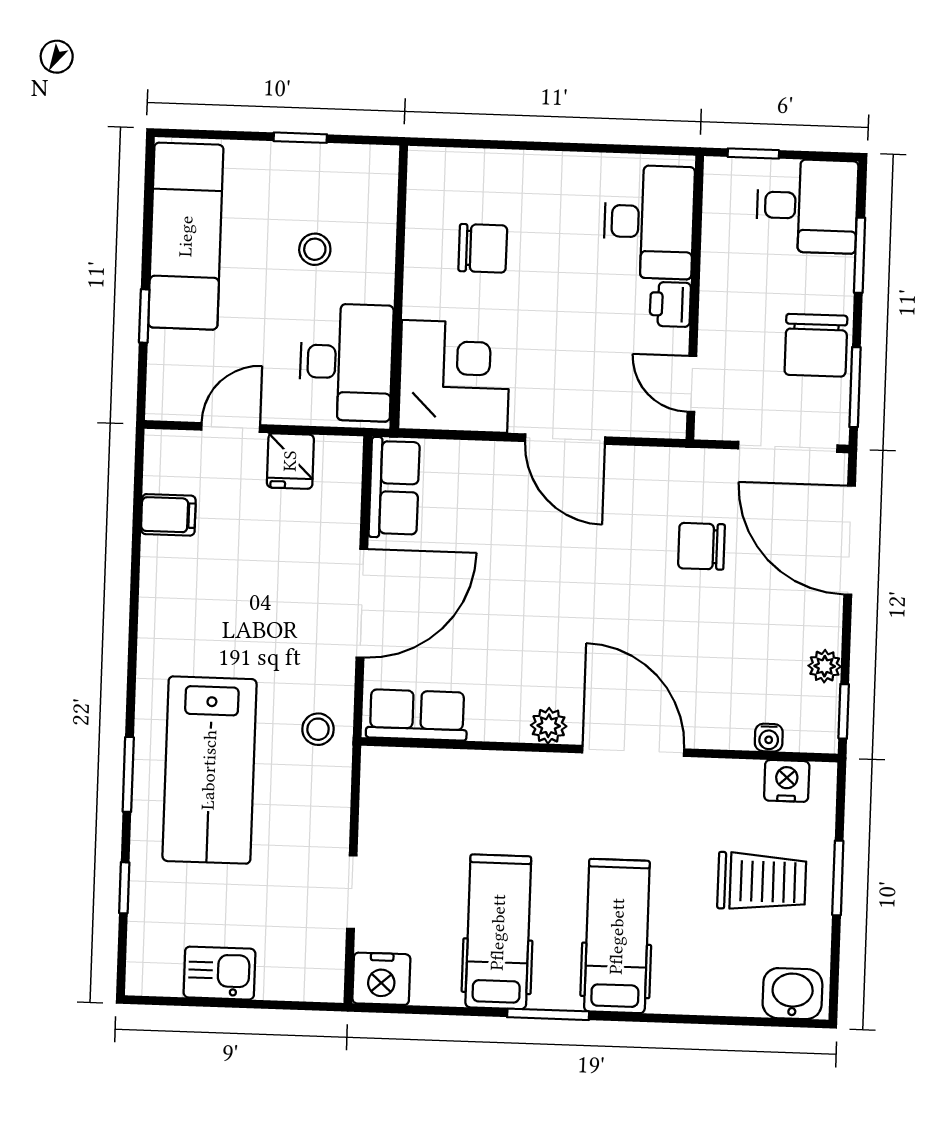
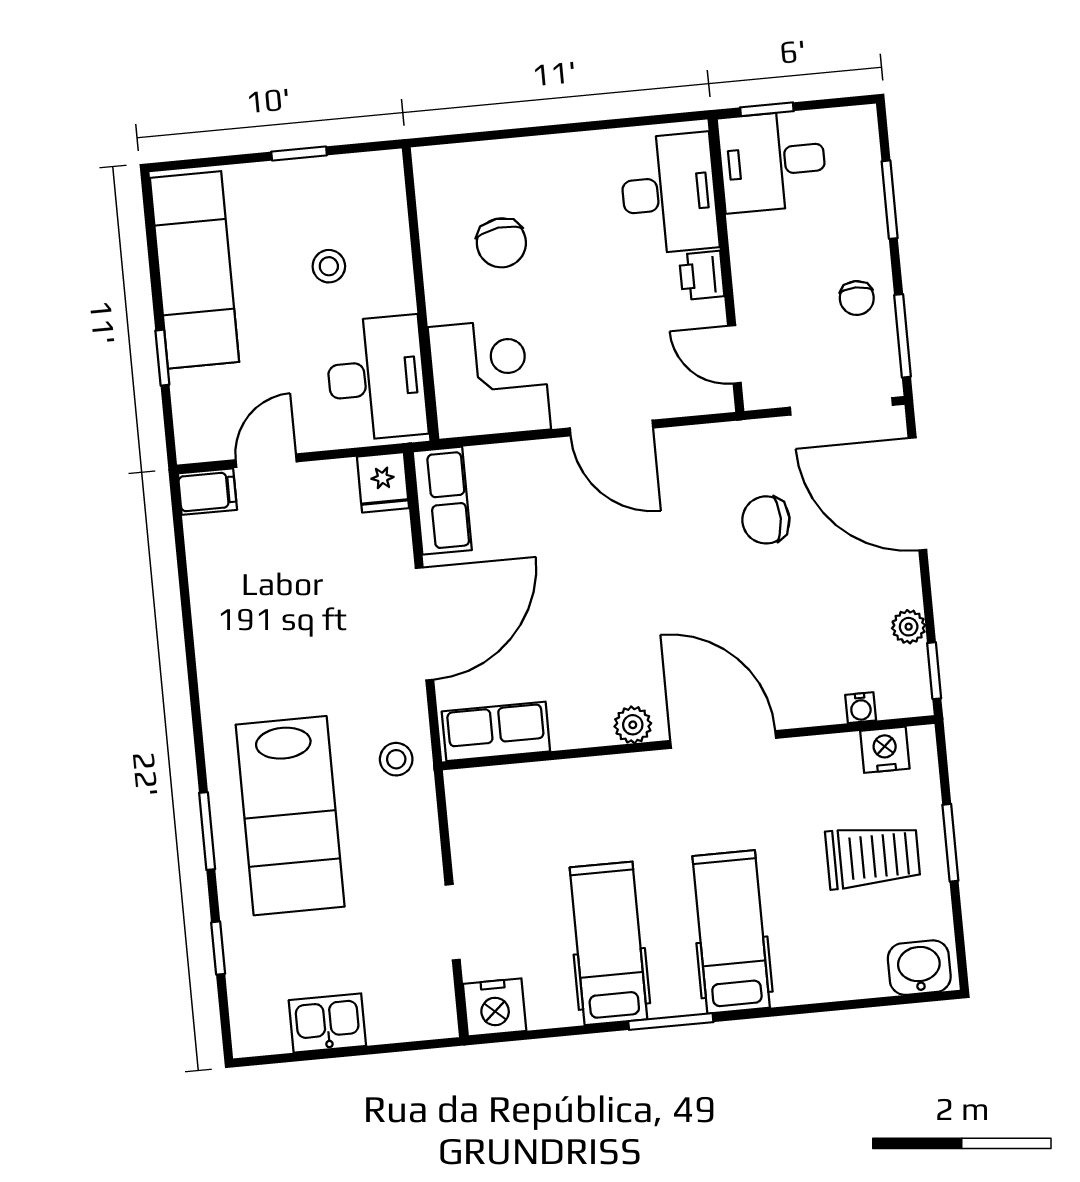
desk: (807, 206) -> (772, 161), moved, turned 180
chair: (483, 248) -> (501, 243), turned 83
chair: (816, 345) -> (857, 298), width x0.54, depth x0.54
fridge: (290, 461) -> (383, 482), moved
filing cabinet: (168, 515) -> (207, 492), moved

